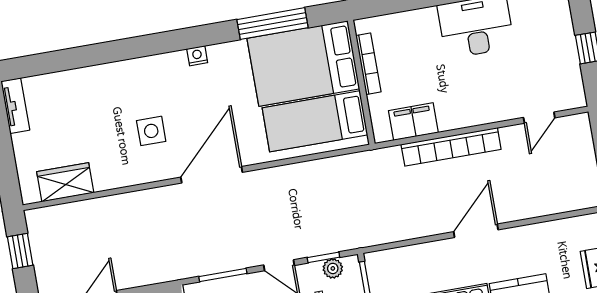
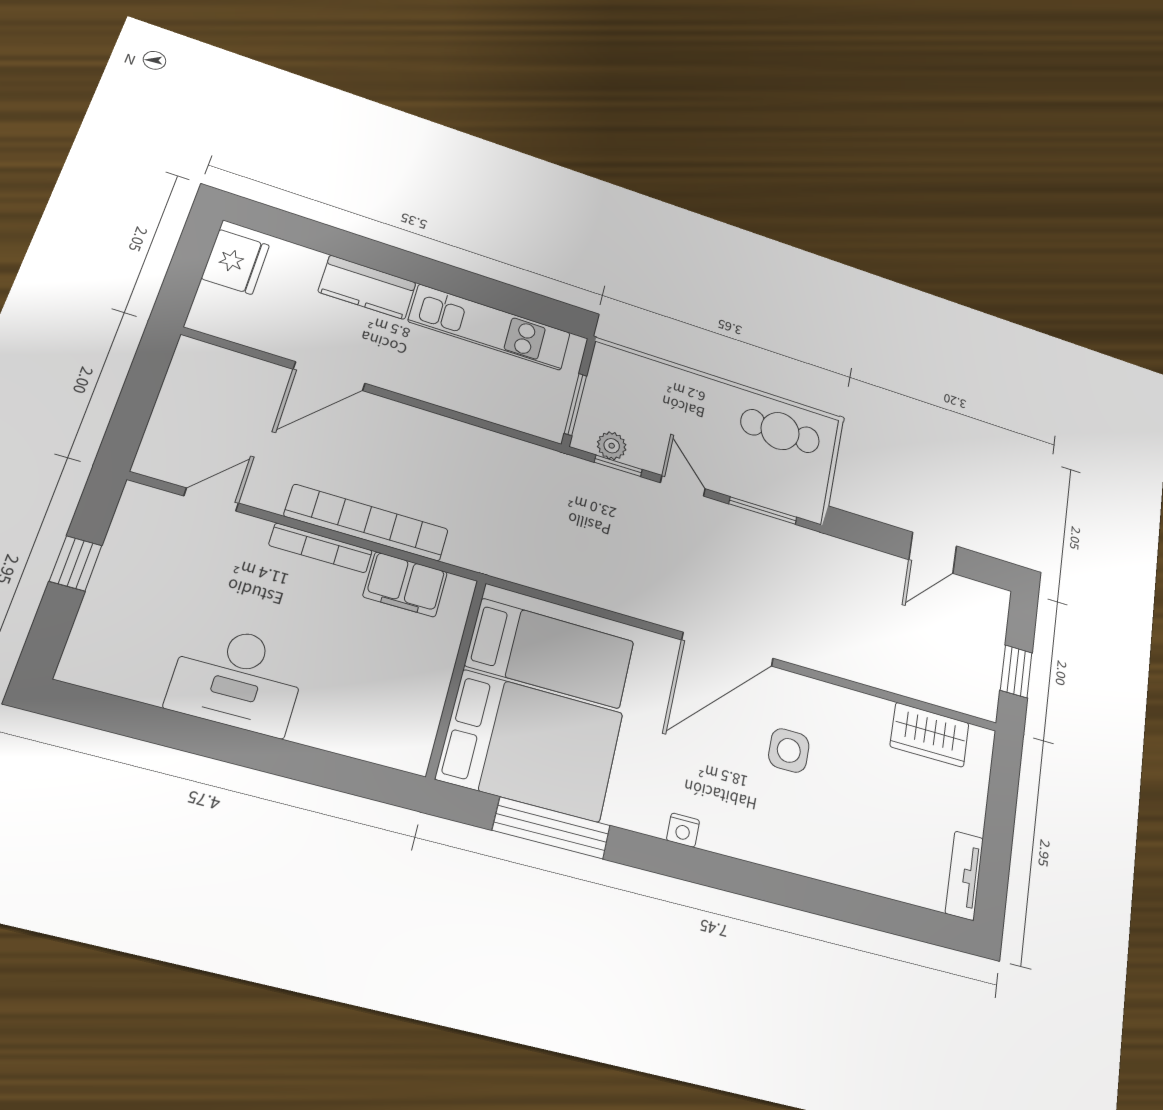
bookcase: (368, 64) -> (321, 548), moved, turned -90
door: (476, 231) -> (329, 376), moved

